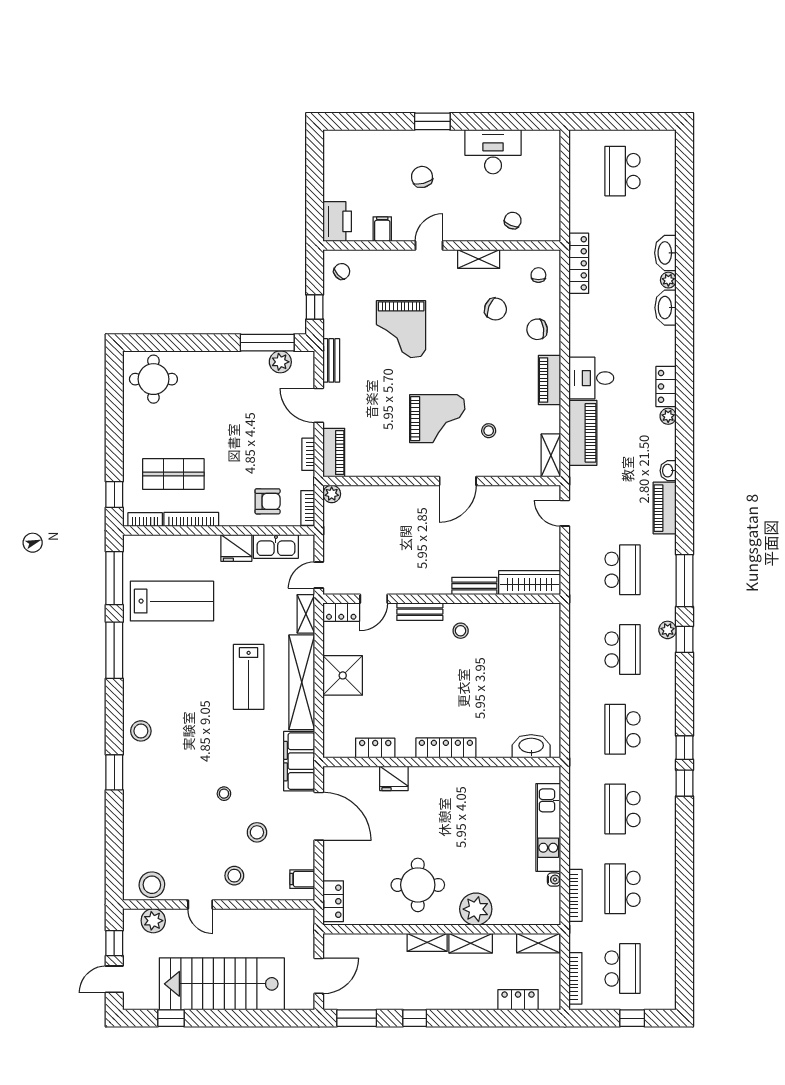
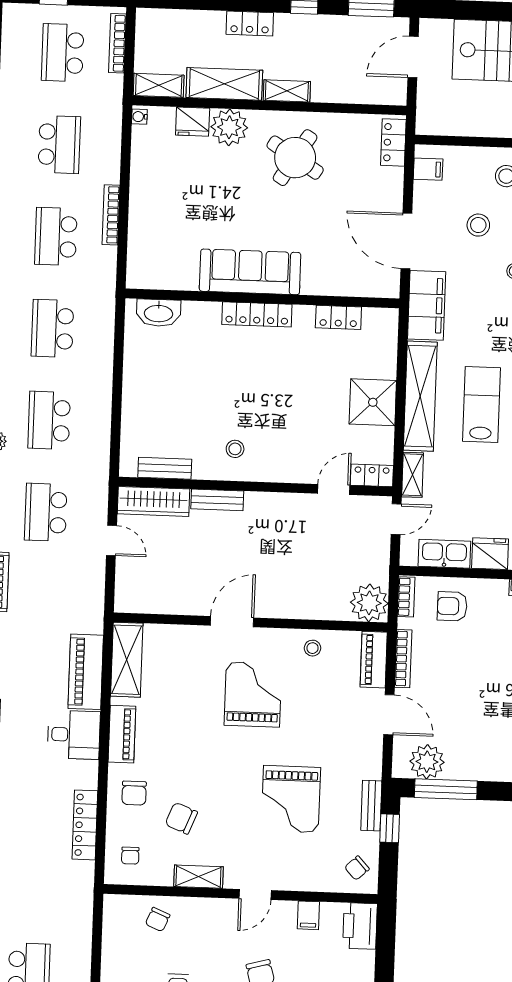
locker: (579, 263) -> (85, 825), moved
grand piano: (401, 329) -> (291, 799), turned 180
chair: (537, 329) -> (134, 793), turned 98
bench: (331, 360) -> (371, 806), moved
plant: (280, 362) -> (427, 762), width x1.36, depth x1.36
grand piano: (437, 419) -> (253, 694), turned 90
stool: (489, 431) -> (313, 648), moved
bookcase: (308, 454) -> (403, 659), width x1.56
shelving: (551, 455) -> (127, 660), width x1.50, depth x1.33
plant: (332, 494) -> (369, 603), width x1.87, depth x1.87
door: (565, 513) -> (112, 540), moved
bench: (420, 612) -> (165, 468), moved
school desk: (623, 729) -> (53, 328), turned 180
fridge: (394, 778) -> (193, 122), moved, turned 180
sofa: (453, 785) -> (250, 272), added
school desk: (623, 809) -> (56, 236), turned 180
kitchen unit: (548, 828) -> (142, 218), removed
water cooler: (554, 880) -> (139, 117), moved
round table: (418, 885) -> (295, 158), turned 32
bookcase: (575, 895) -> (111, 215), moved
shelving: (471, 943) -> (224, 84), width x1.50, depth x1.33
locker: (518, 1000) -> (250, 23), moved

